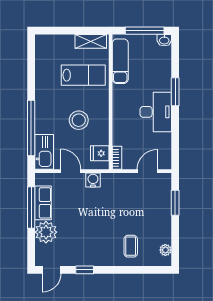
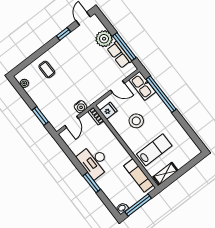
lab bench: (83, 75) -> (154, 150), turned 180
water cooler: (93, 180) -> (81, 107), moved

